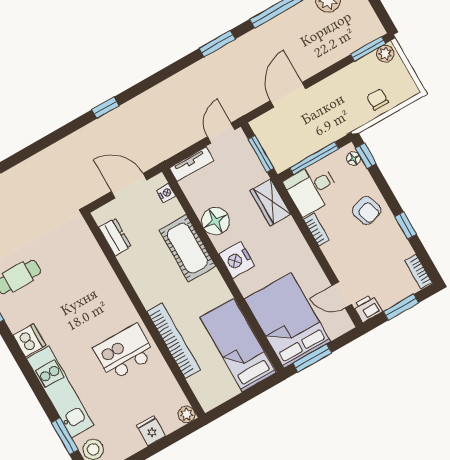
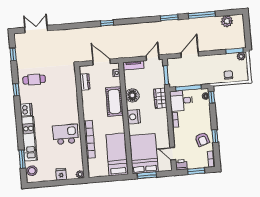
armchair: (367, 211) -> (202, 139), moved

